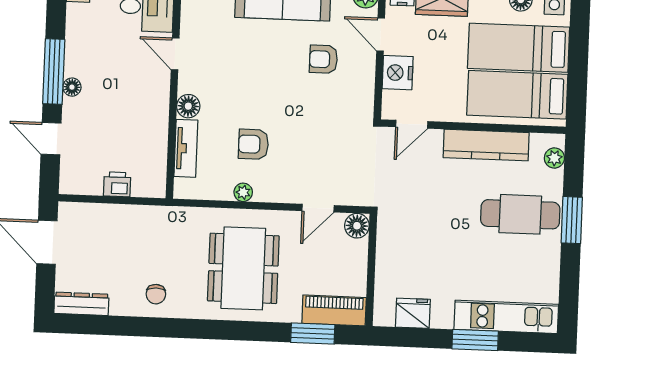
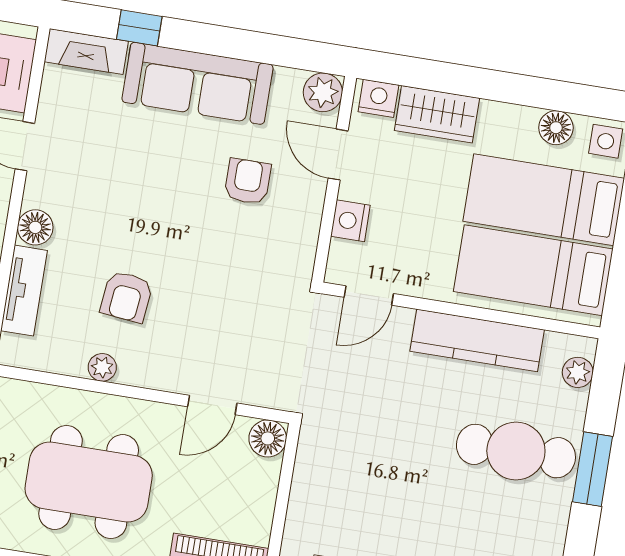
armchair: (323, 59) -> (248, 181), turned 90
nightstand: (398, 73) -> (350, 221), width x0.74, depth x0.75
armchair: (253, 144) -> (126, 297), turned -84
dining table: (243, 268) -> (89, 482), turned 90

